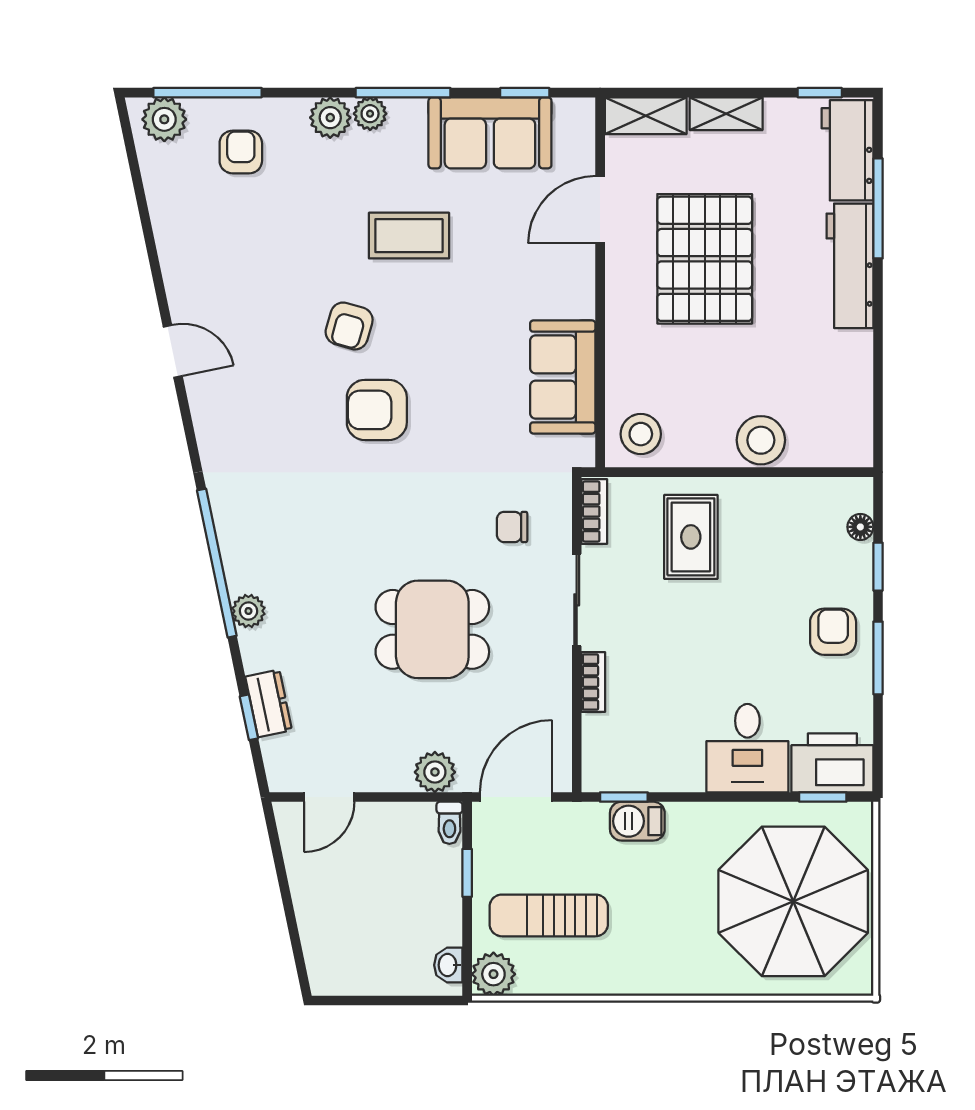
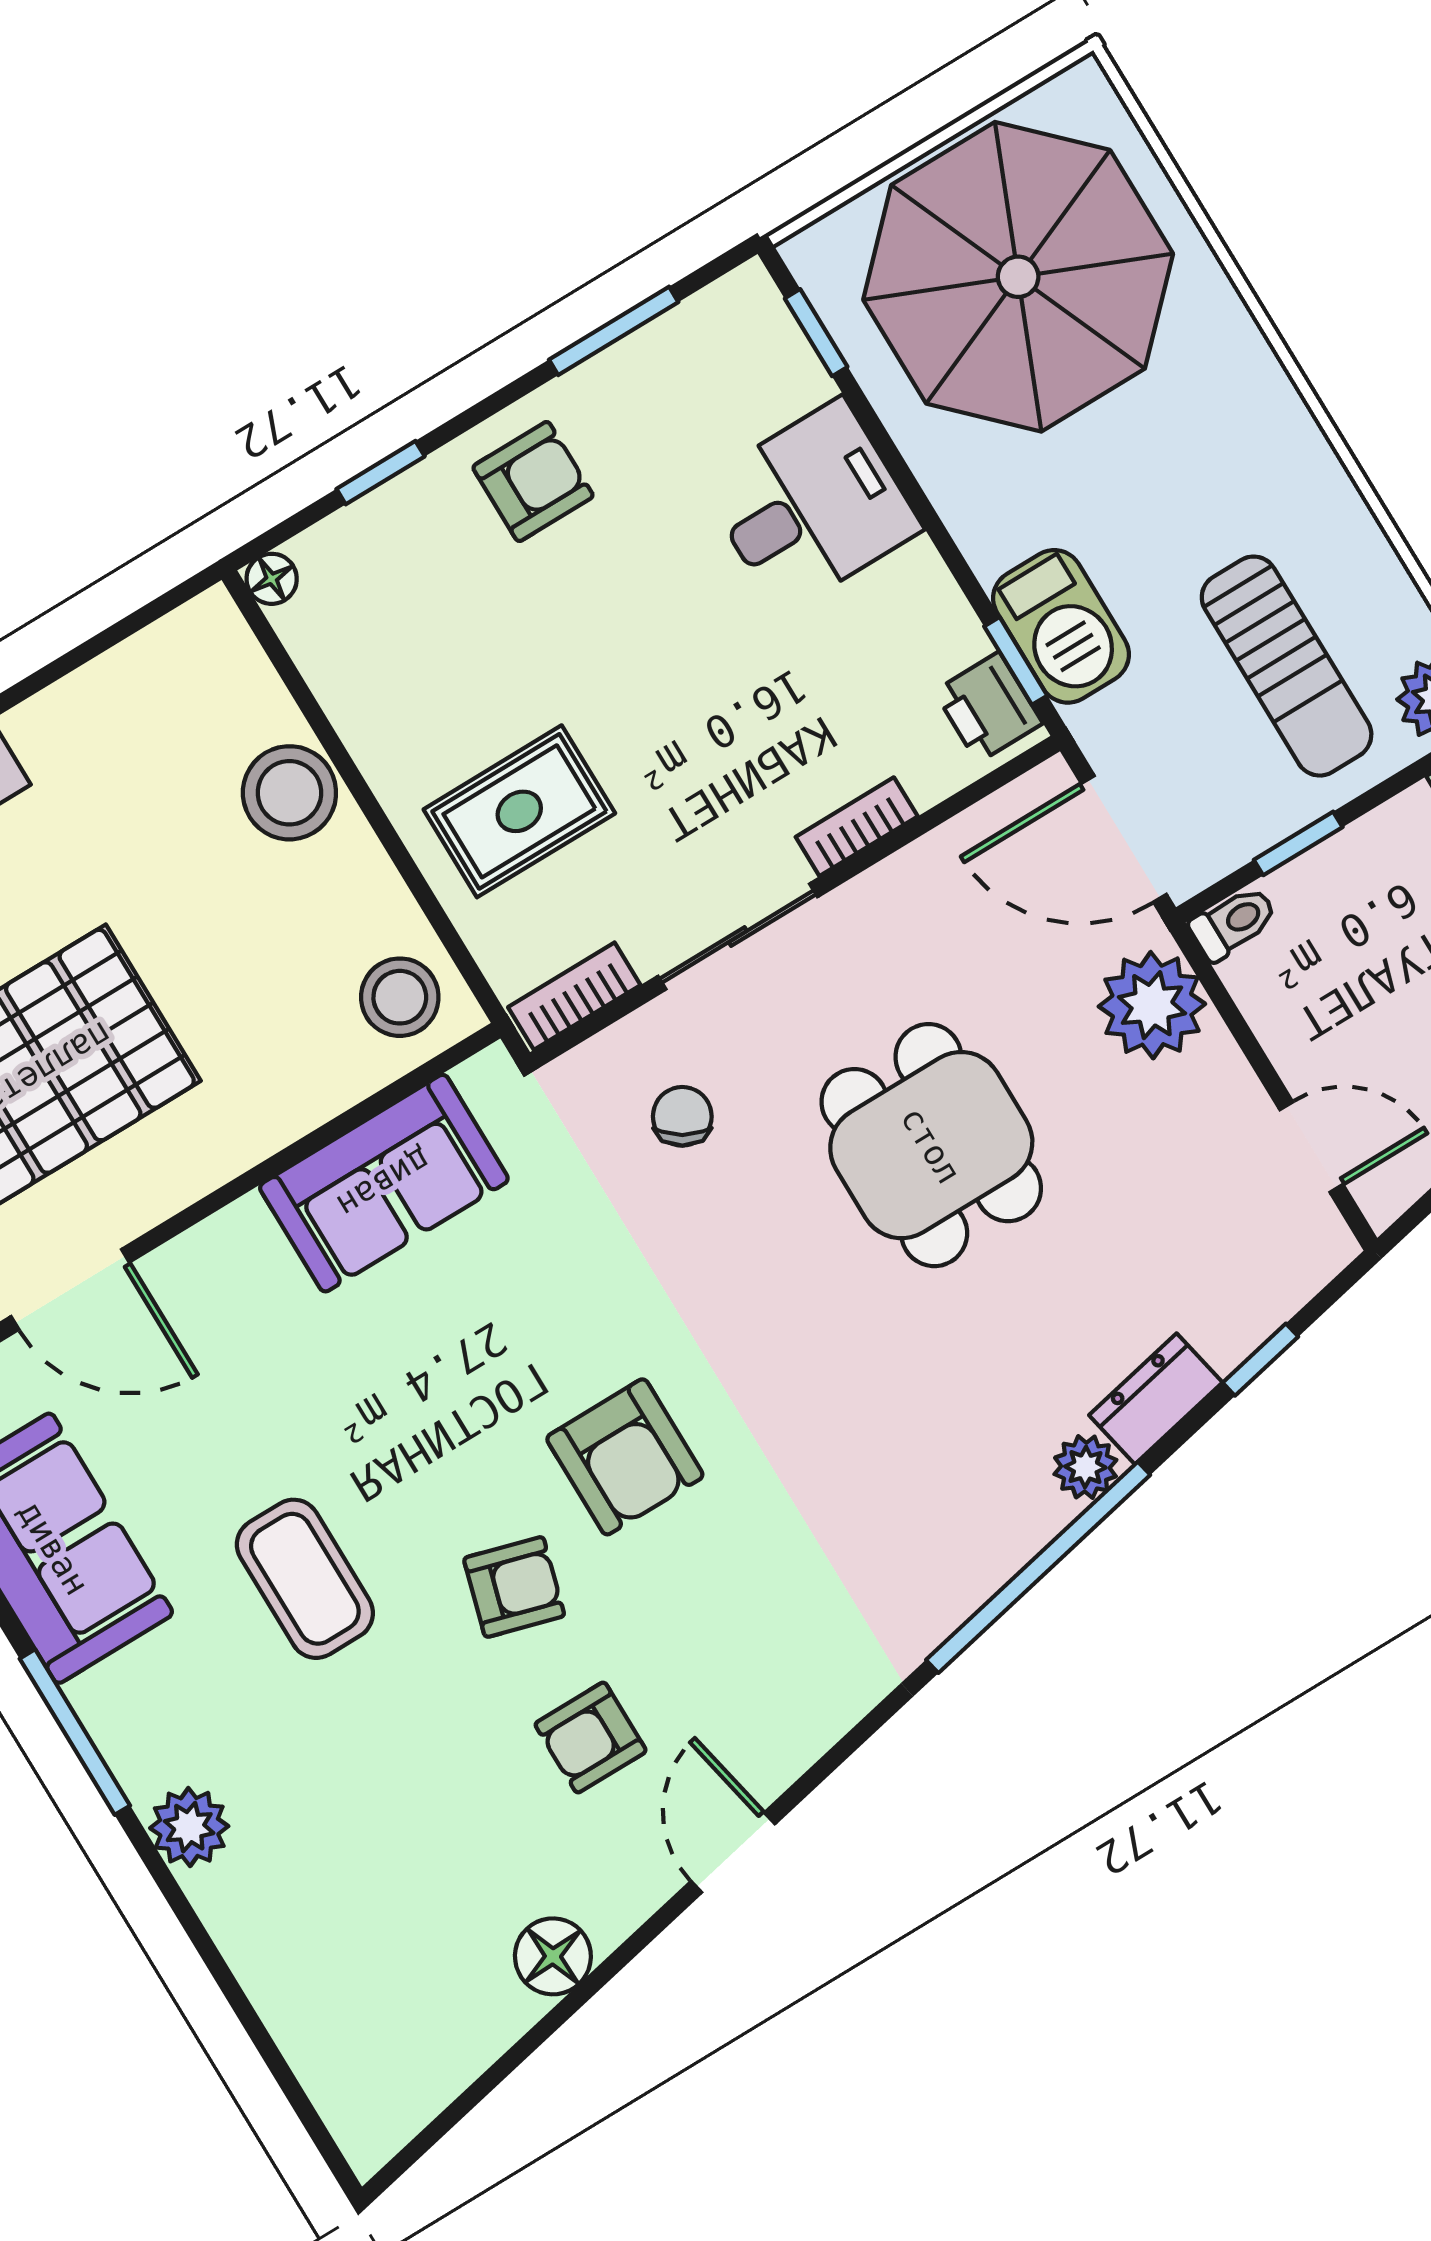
window: (207, 93) -> (271, 2055), removed
plant: (370, 114) -> (143, 1765), removed
plant: (164, 119) -> (359, 2099), removed
armchair: (241, 152) -> (591, 1737), moved
floor lamp: (175, 244) -> (553, 1956), added
chair: (512, 527) -> (682, 1116), turned -149
floor lamp: (860, 527) -> (272, 579), moved
armchair: (833, 632) -> (533, 481), turned 180
window: (878, 658) -> (614, 331), moved
dresser: (269, 703) -> (1156, 1399), moved
printer: (832, 763) -> (988, 707), moved, width x0.53, depth x0.68
plant: (435, 772) -> (1152, 1005), width x1.36, depth x1.36
barbecue: (637, 821) -> (1061, 626), width x1.38, depth x1.27

